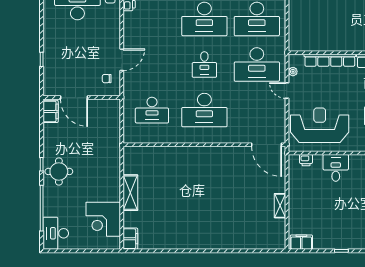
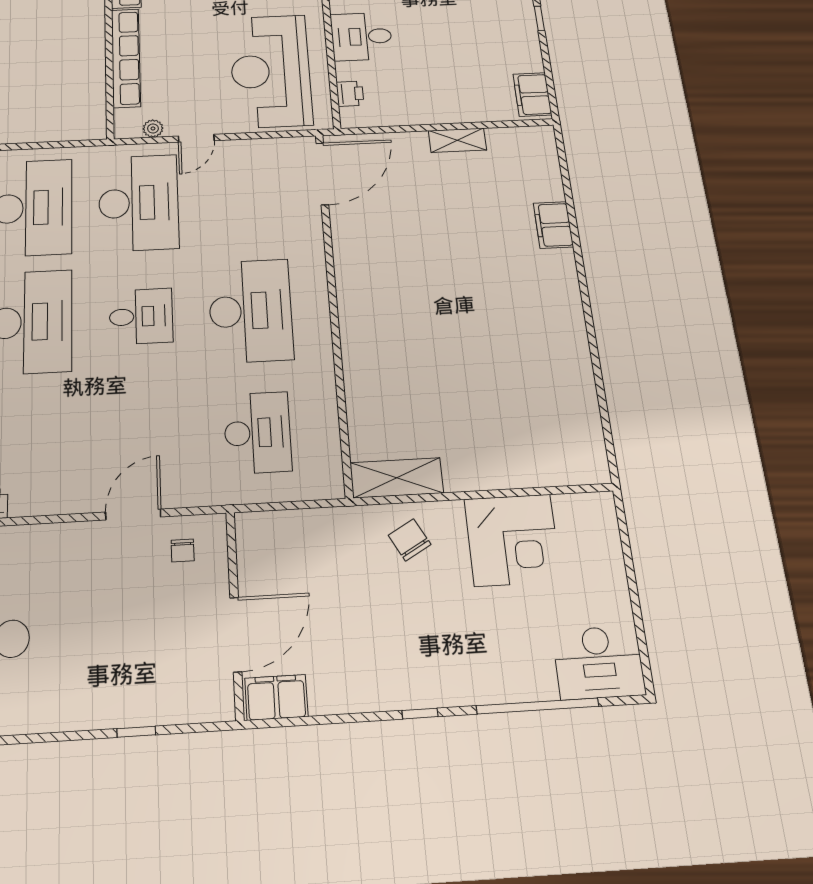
door: (122, 60) -> (133, 514), hinge flipped
chair: (106, 167) -> (410, 540), added
round table: (59, 171) -> (435, 664), removed
shelving: (130, 193) -> (397, 478), moved
corner desk: (103, 219) -> (513, 540), moved
filing cabinet: (130, 239) -> (553, 225), moved, turned -90

